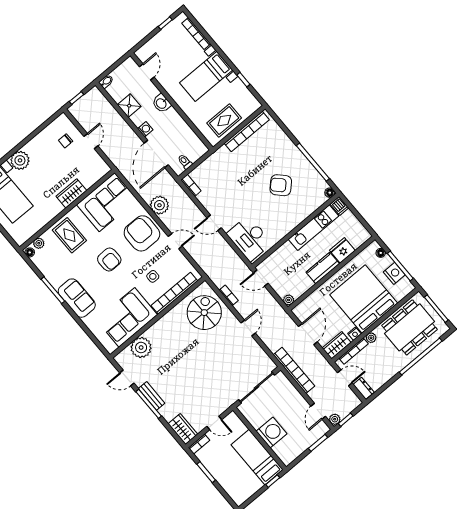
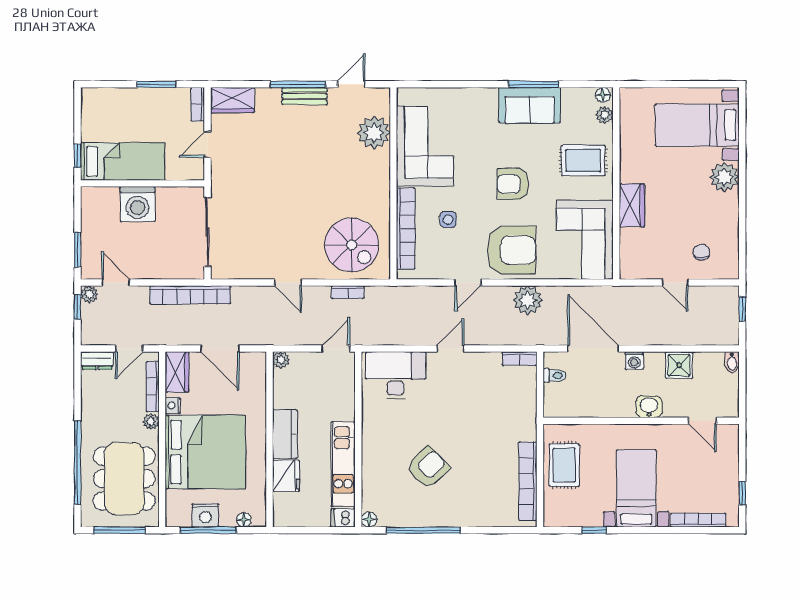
sofa: (77, 298) -> (530, 105), moved

